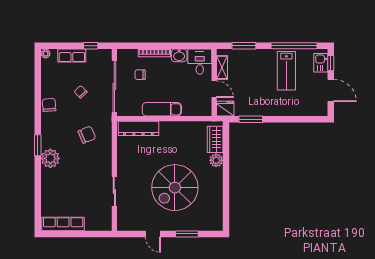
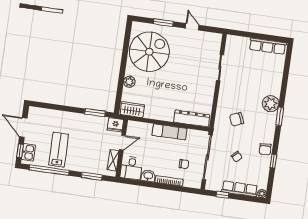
row of seats: (72, 55) -> (240, 189), width x1.48
door: (214, 89) -> (123, 143), swing flipped
window: (38, 93) -> (273, 161), added
wardrobe: (215, 139) -> (132, 110), moved, turned -90
spiral stairs: (175, 188) -> (149, 52), moved

